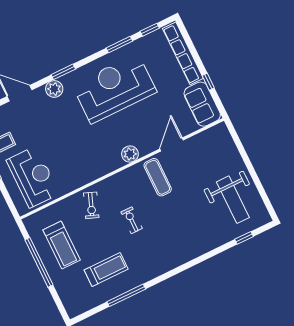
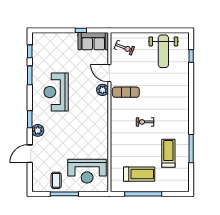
row of seats: (183, 53) -> (55, 38), removed
reception desk: (114, 88) -> (56, 92), width x0.74, depth x0.77
plant: (130, 154) -> (103, 90), moved
reception desk: (33, 177) -> (87, 171), turned 180
weight bench: (233, 200) -> (163, 51), turned 90
exercise bike: (91, 205) -> (124, 48), moved

